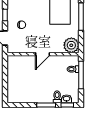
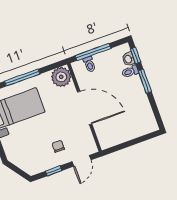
door: (42, 54) -> (85, 108), width x1.87

